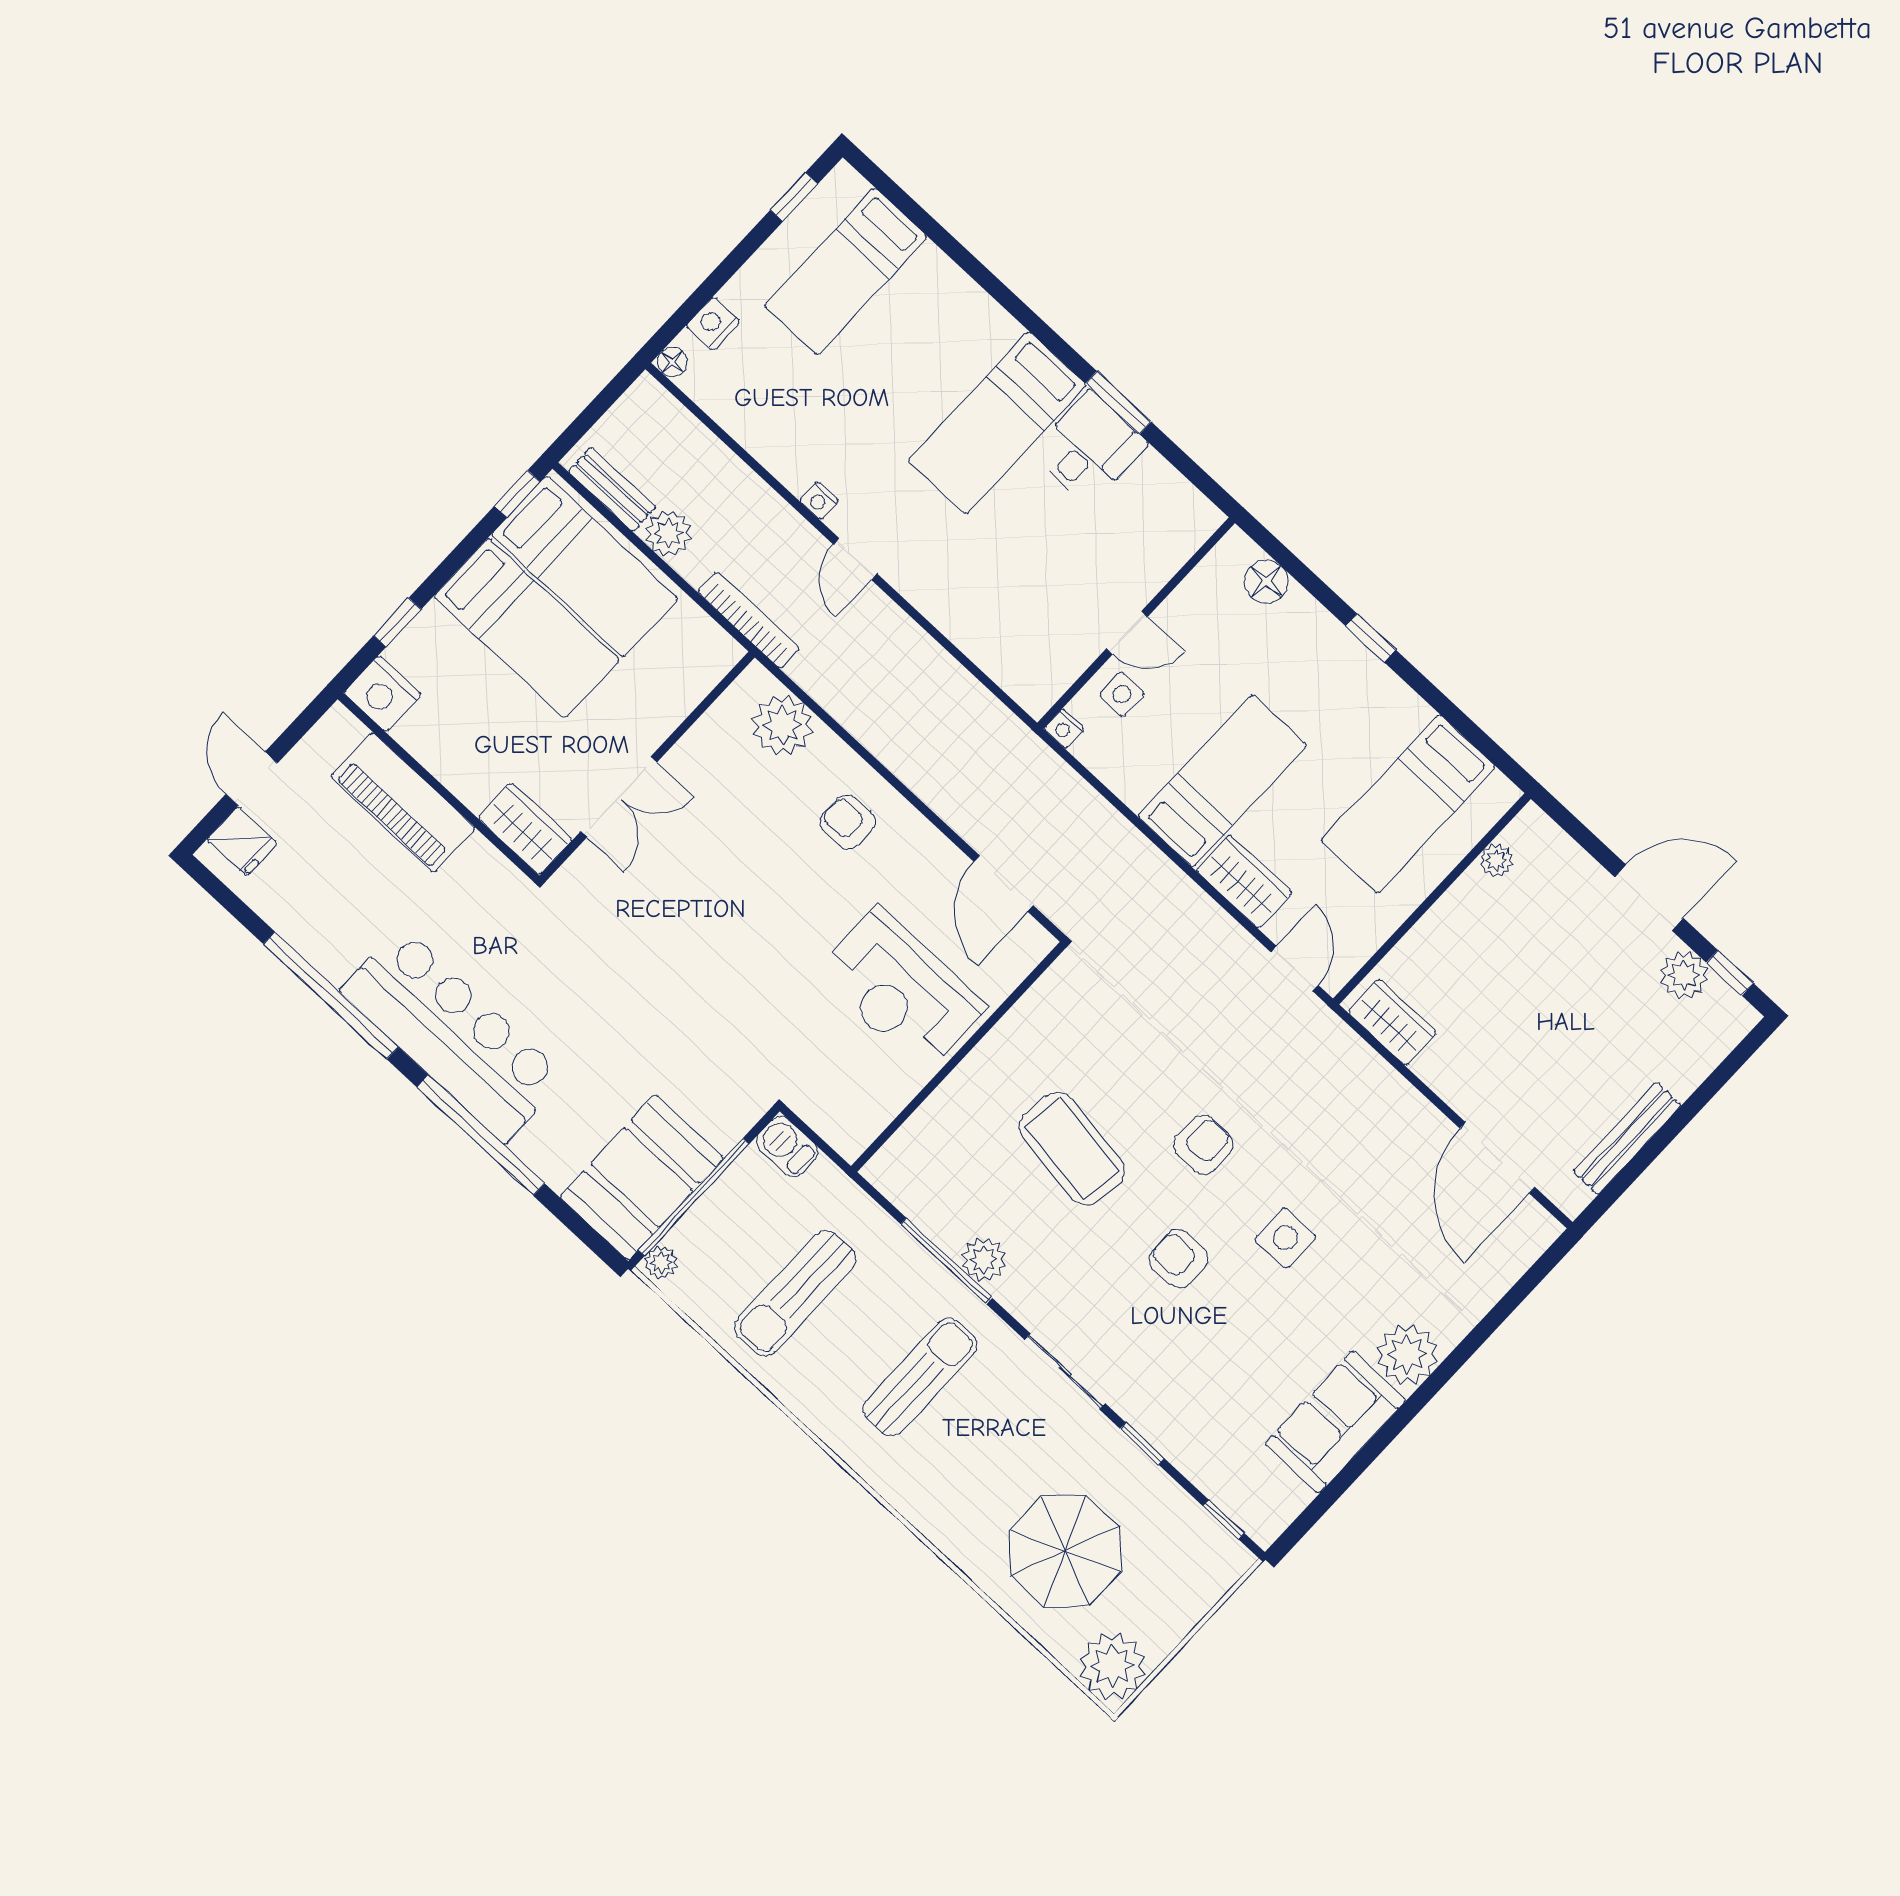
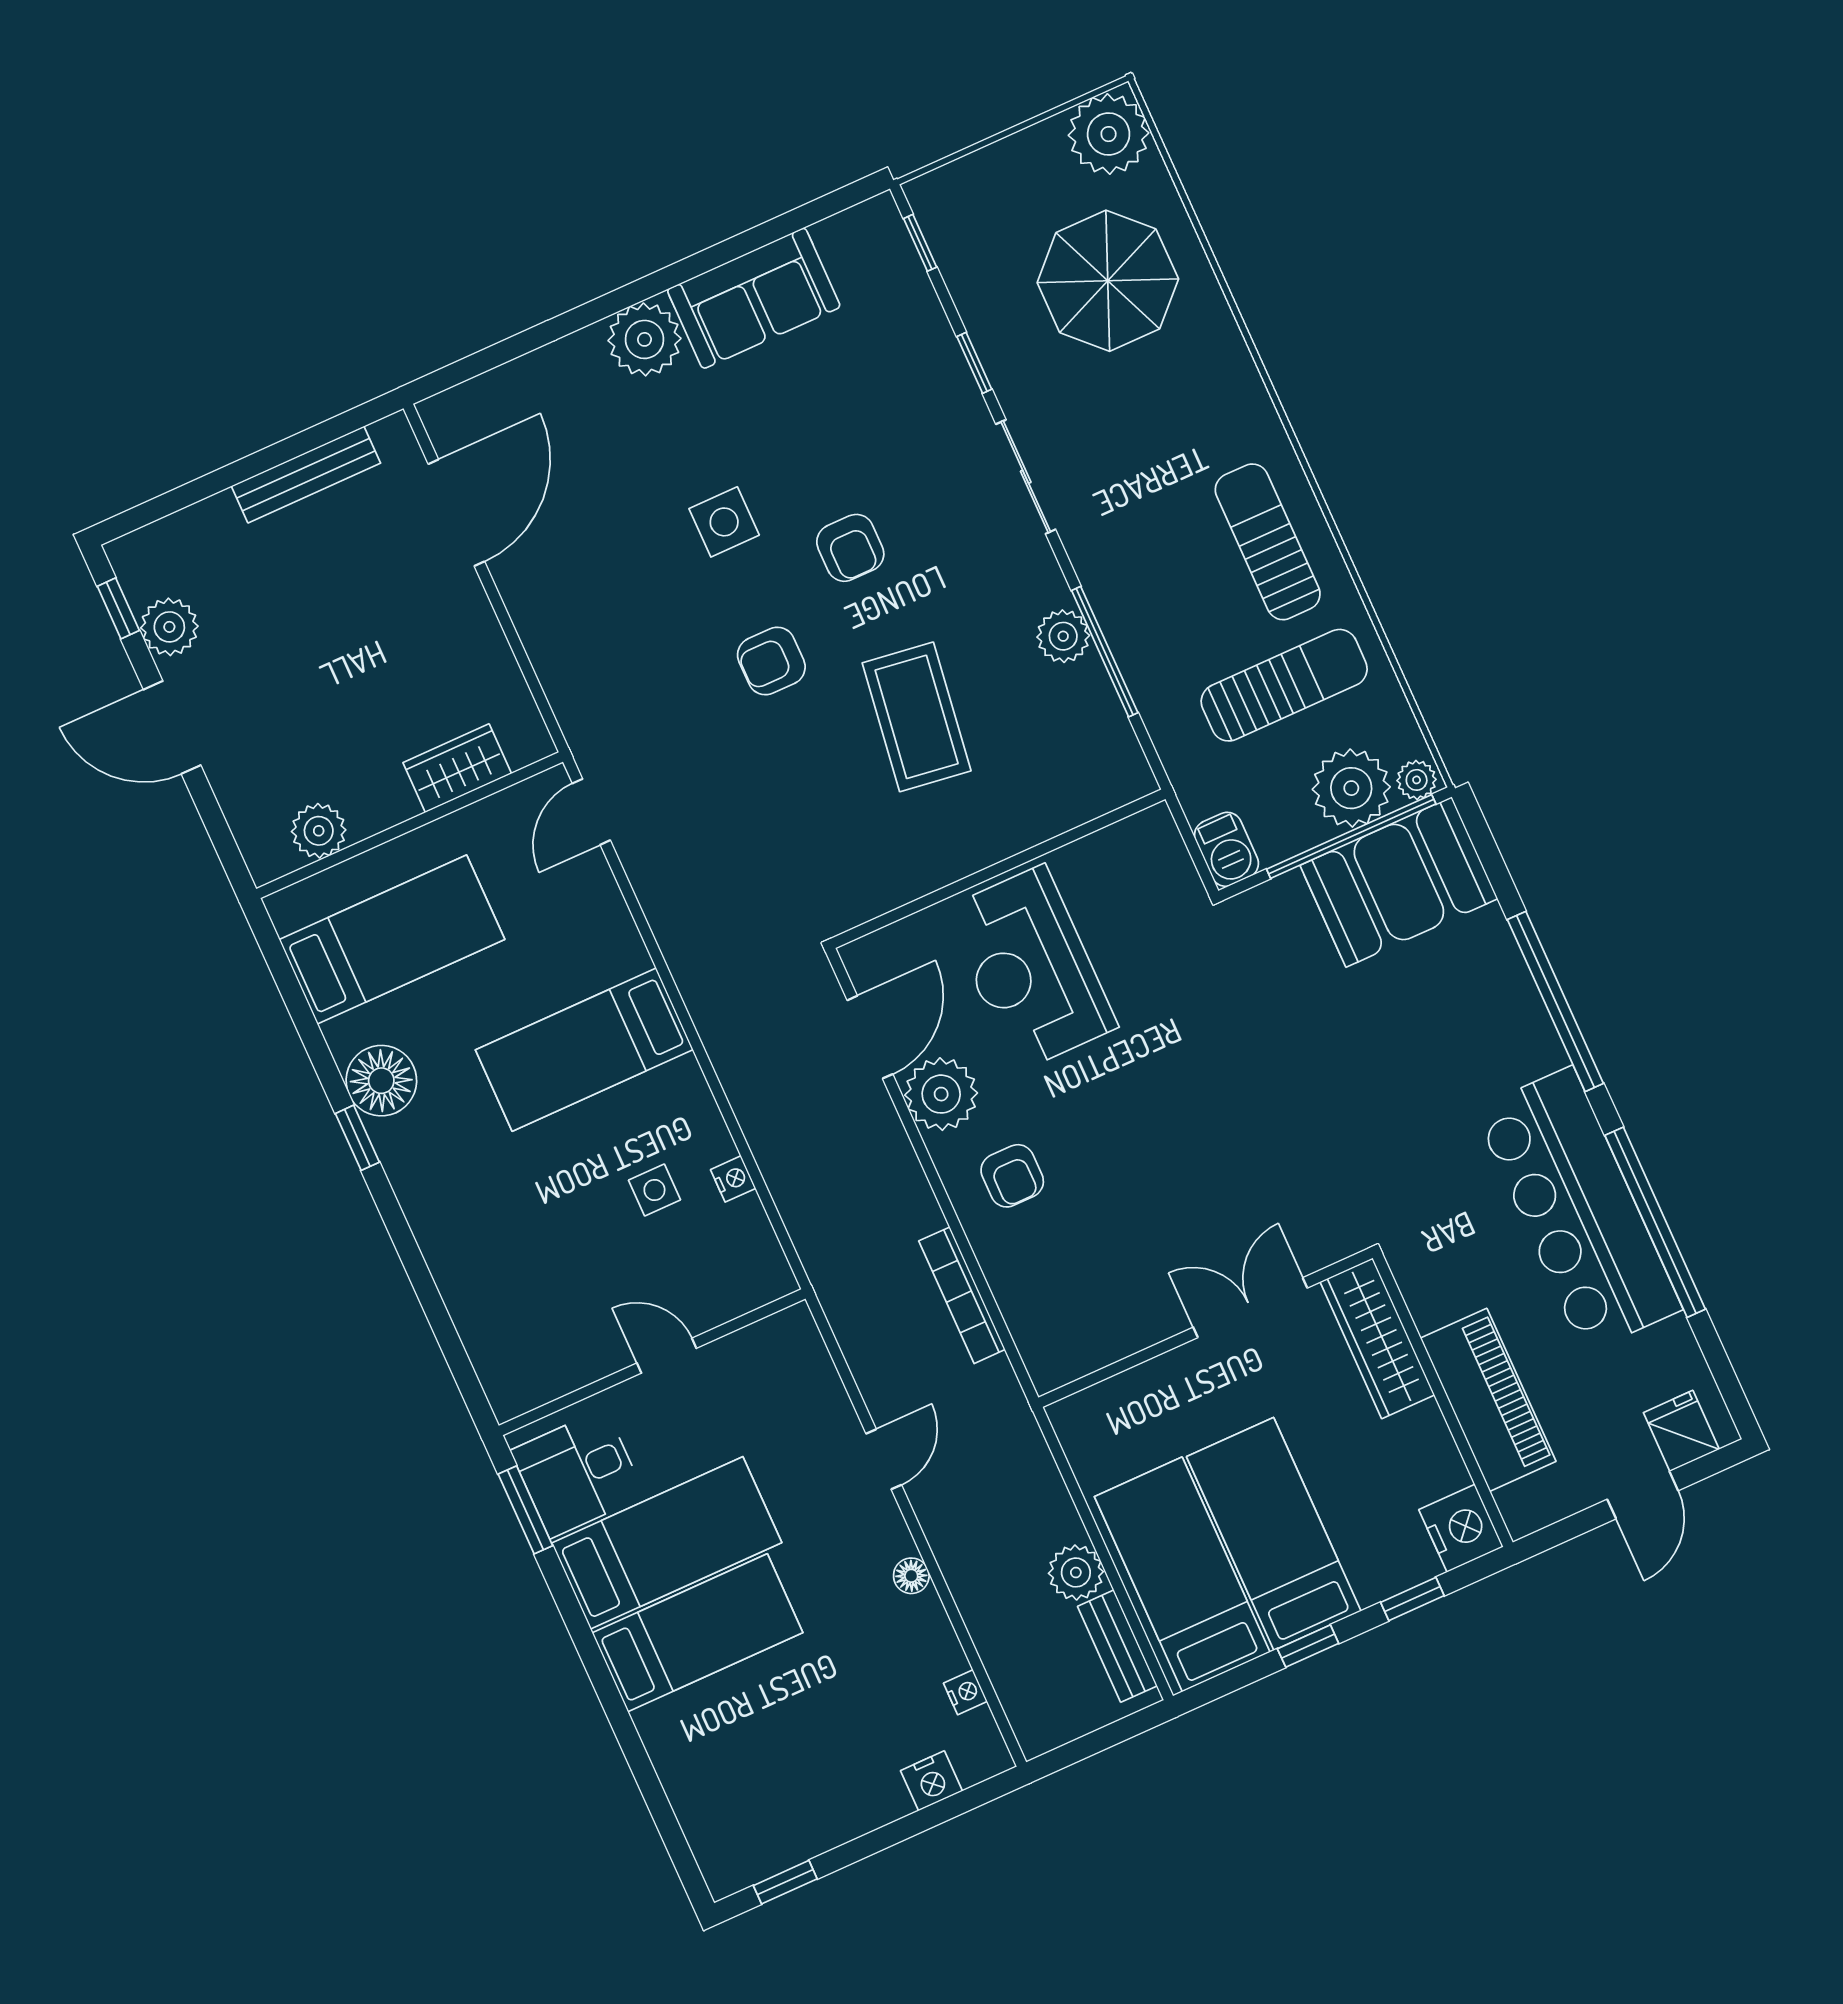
bed: (846, 271) -> (697, 1633), moved
floor lamp: (672, 362) -> (911, 1576), moved
window: (517, 494) -> (1308, 1646), moved
nightstand: (819, 501) -> (965, 1692), moved
floor lamp: (1266, 582) -> (381, 1081), moved, width x1.38, depth x1.38
bookcase: (749, 620) -> (962, 1295), moved
wall: (1136, 623) -> (652, 1362), moved
door: (1127, 633) -> (667, 1356), moved
plant: (782, 725) -> (941, 1094), moved
wardrobe: (525, 829) -> (1377, 1338), width x1.50
plant: (1496, 860) -> (319, 831), width x1.38, depth x1.38
wardrobe: (1244, 881) -> (607, 930), removed
reception desk: (901, 990) -> (1031, 968), turned 180
wardrobe: (1392, 1022) -> (457, 768), moved, turned 90
bar counter: (453, 1034) -> (1578, 1210), moved
plant: (710, 1235) -> (1351, 788), added
sun lounger: (920, 1377) -> (1268, 542), moved, turned 90

